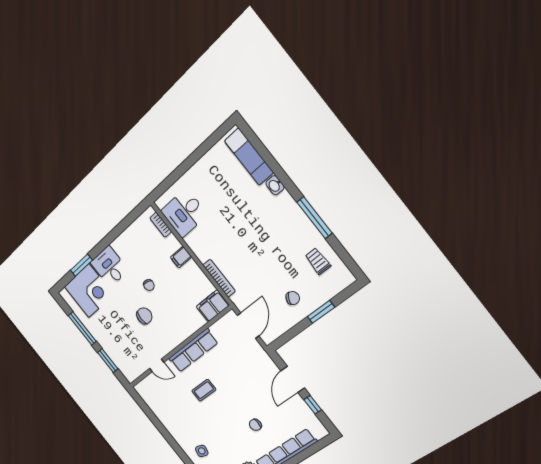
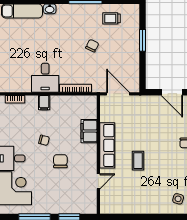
desk: (184, 213) -> (45, 78), moved
chair: (293, 298) -> (92, 46), moved
filing cabinet: (213, 306) -> (89, 131), moved

